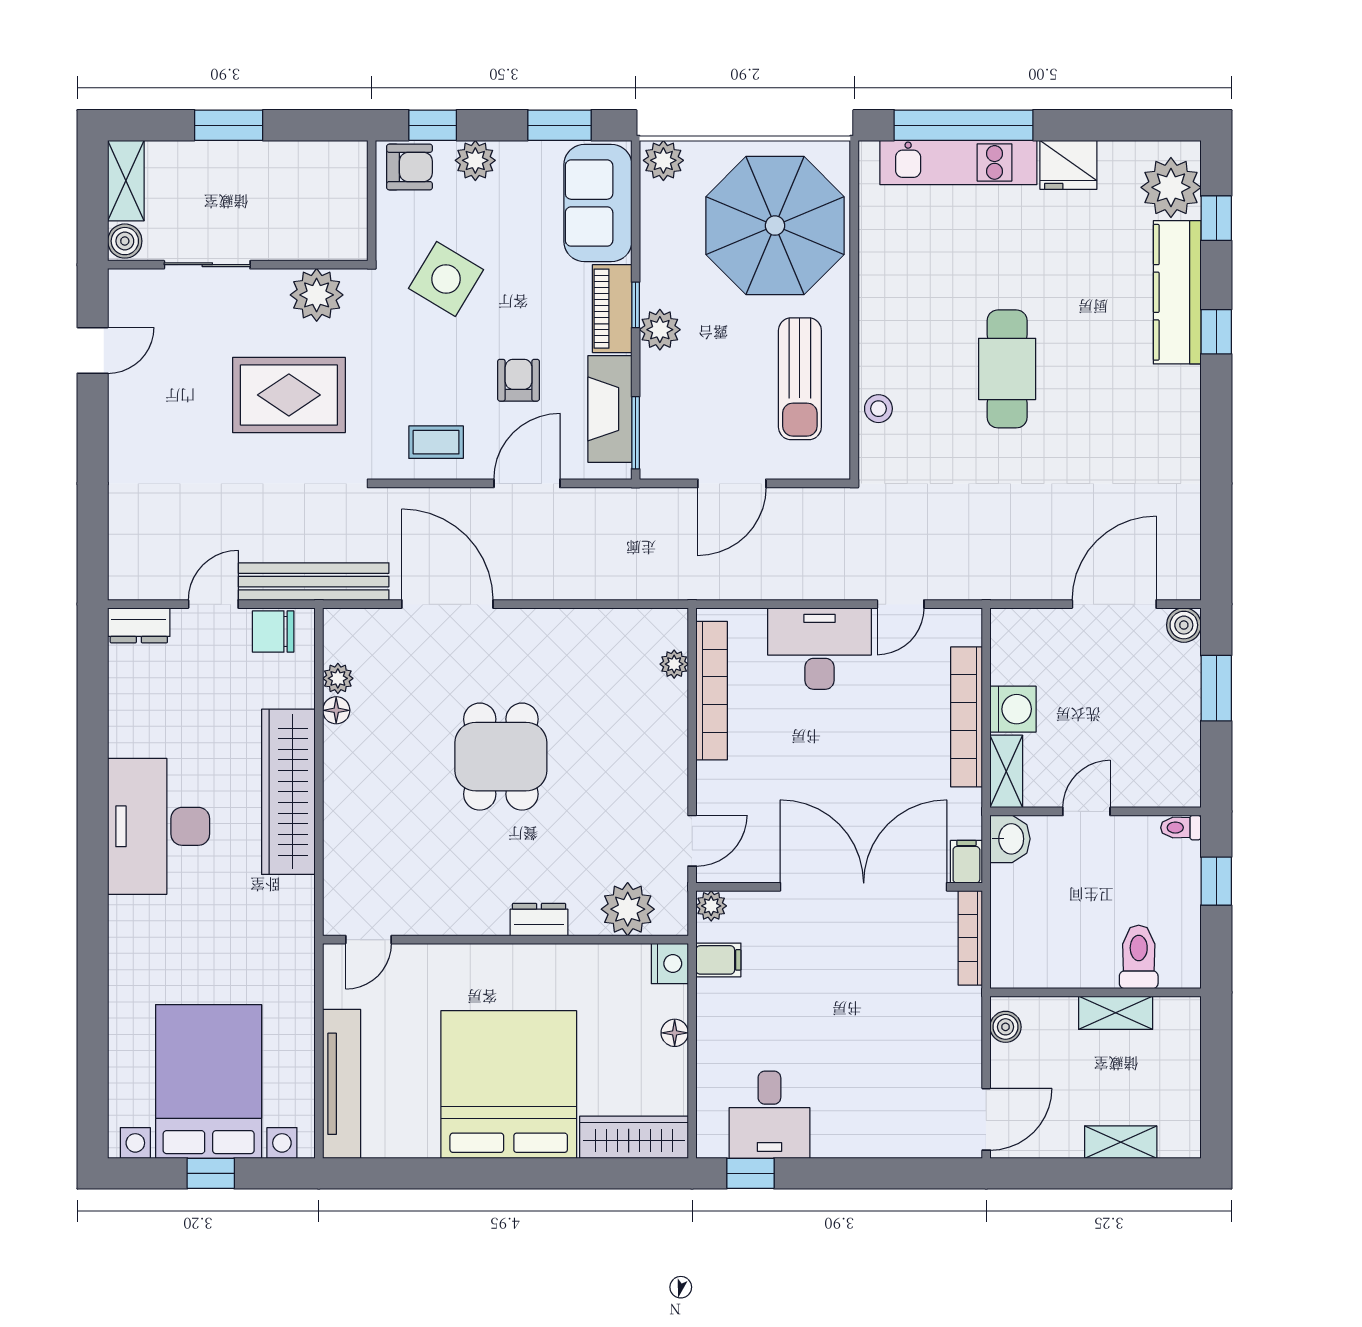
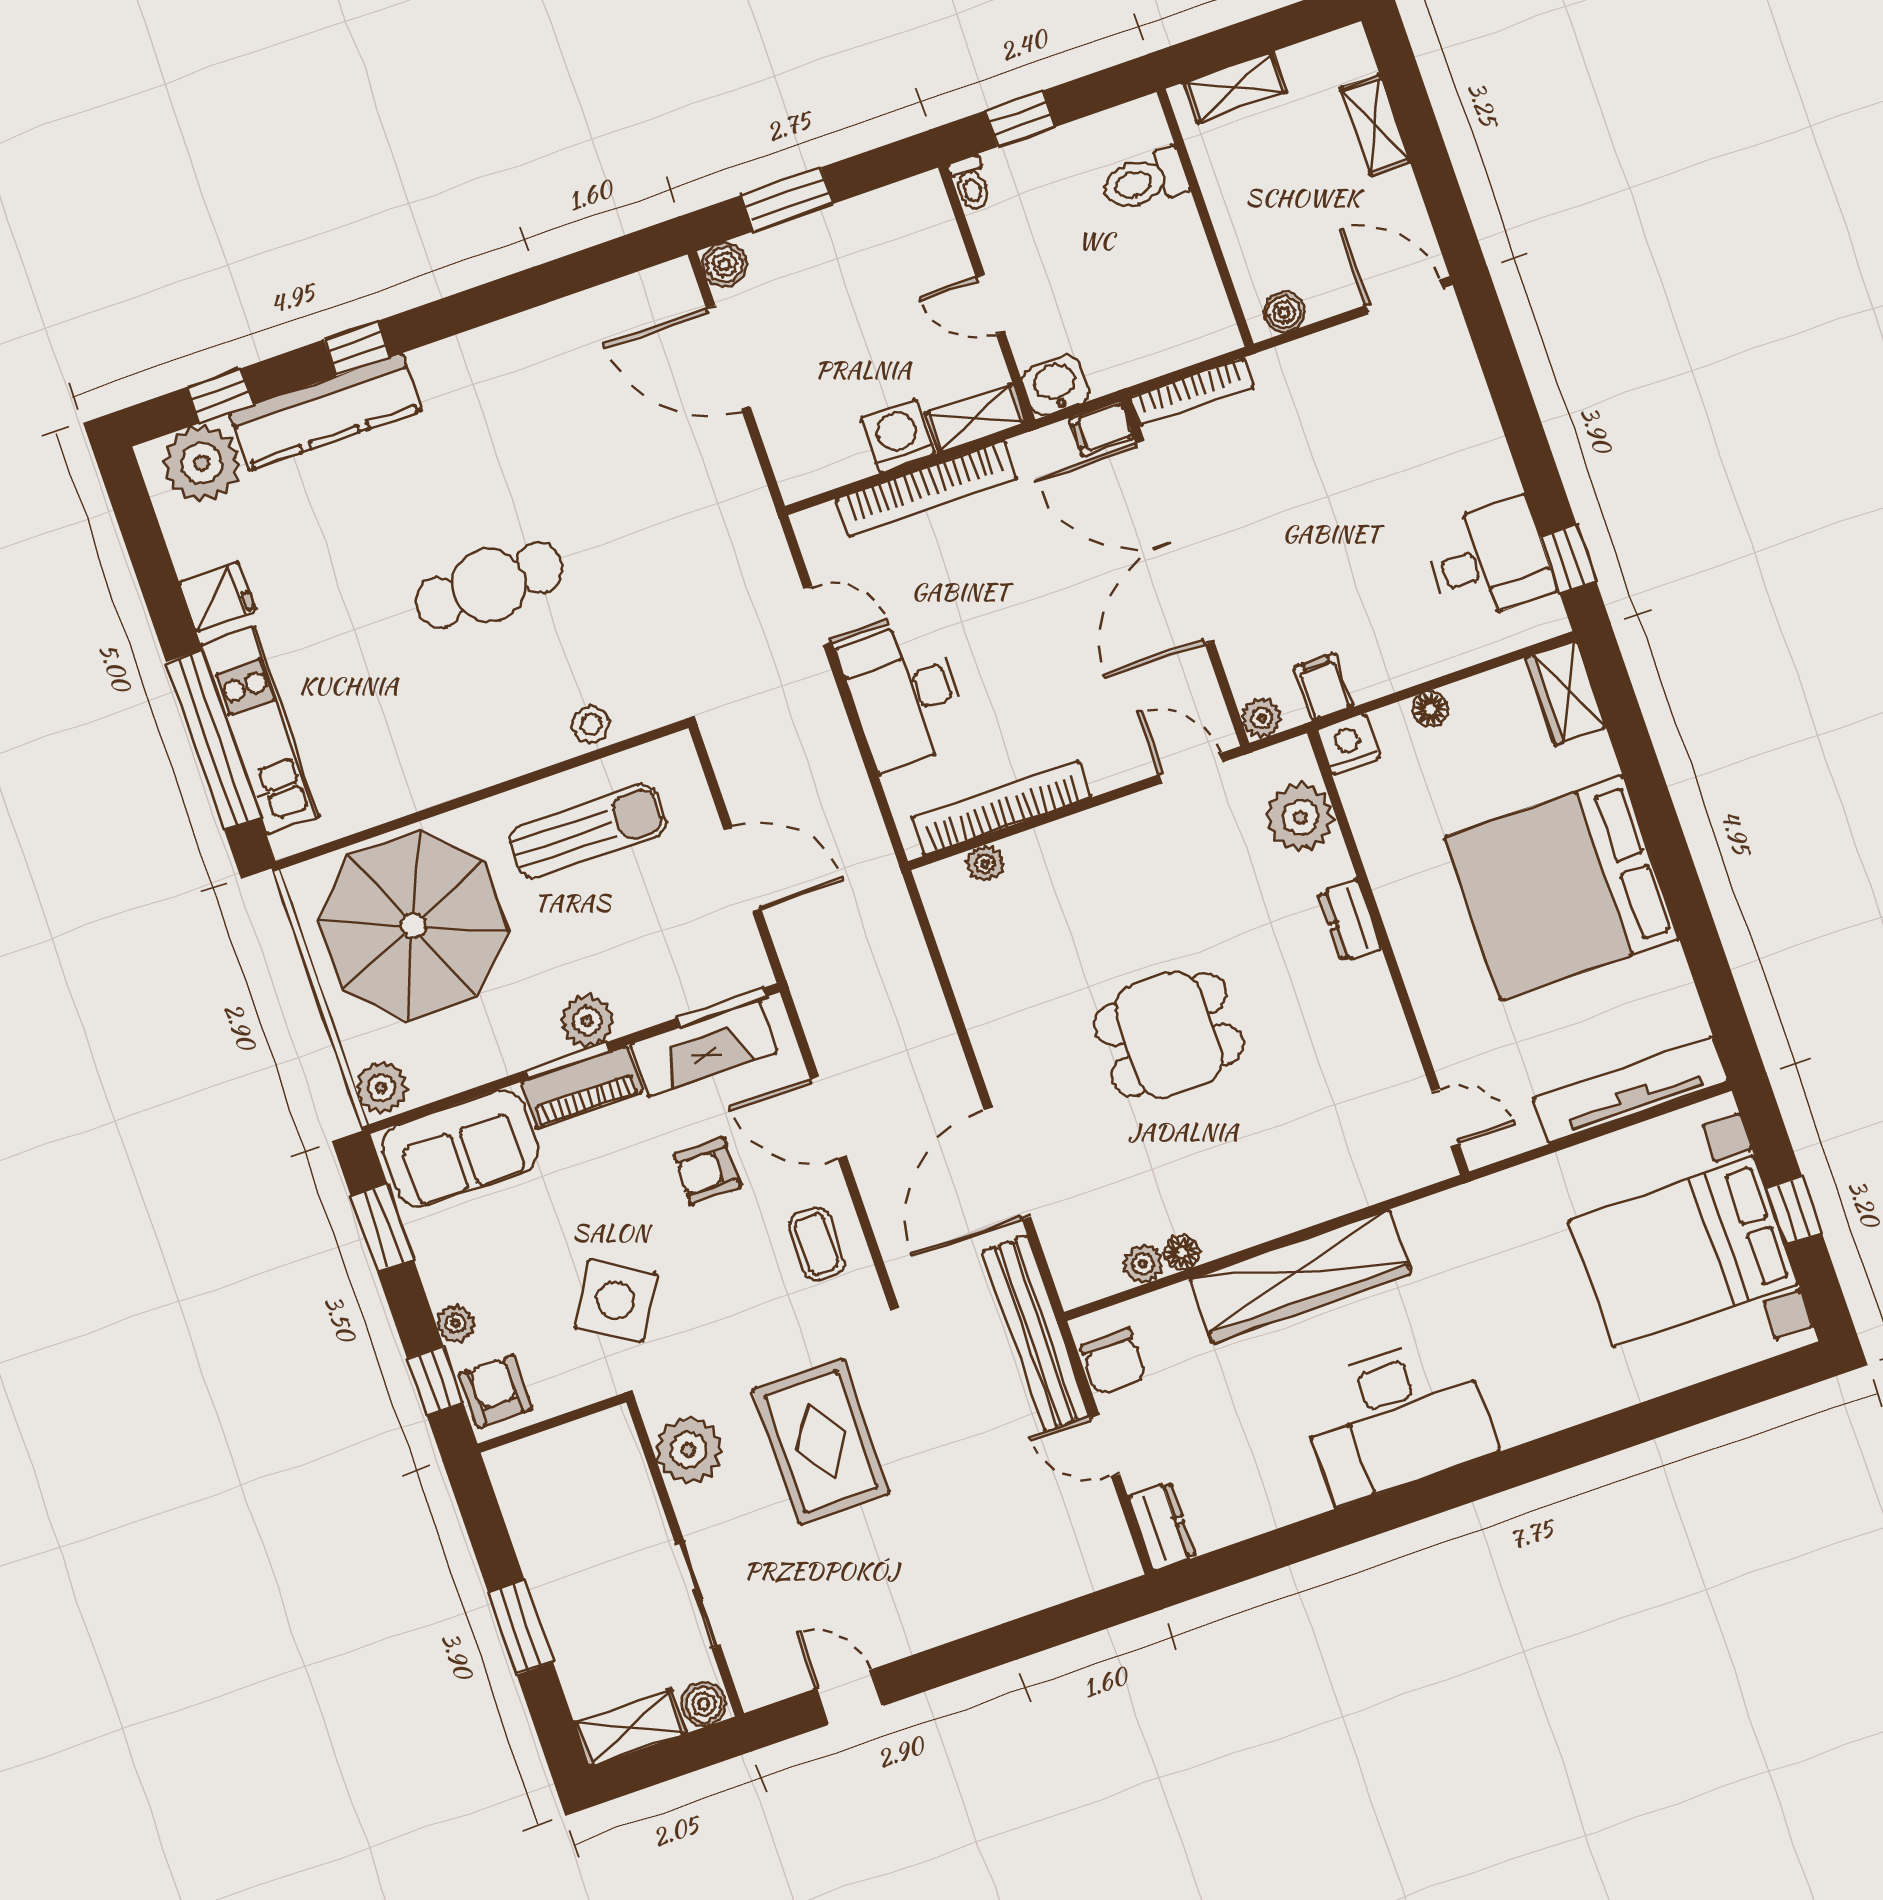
plant: (475, 160) -> (456, 1324), width x0.73, depth x0.73
fridge: (1068, 165) -> (217, 597), width x0.72
window: (636, 305) -> (567, 1061), width x1.50
shelving: (1116, 1013) -> (1235, 87), moved, turned 90
wardrobe: (634, 1137) -> (1565, 693), width x0.67

